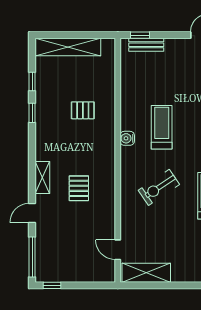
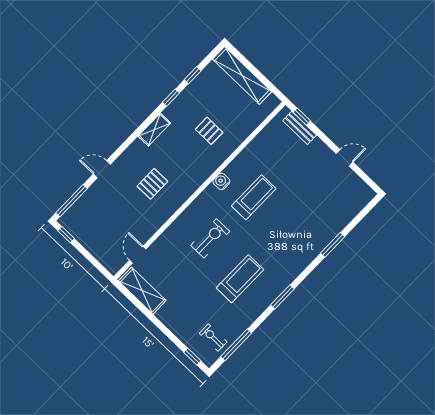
shelving: (42, 178) -> (154, 130), moved
exercise bike: (159, 187) -> (210, 238), turned 124

